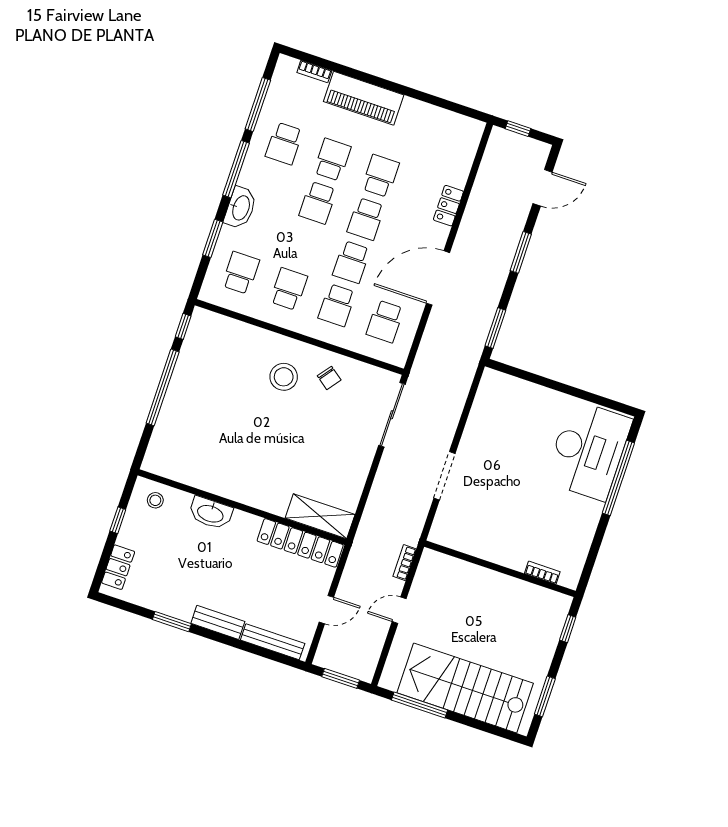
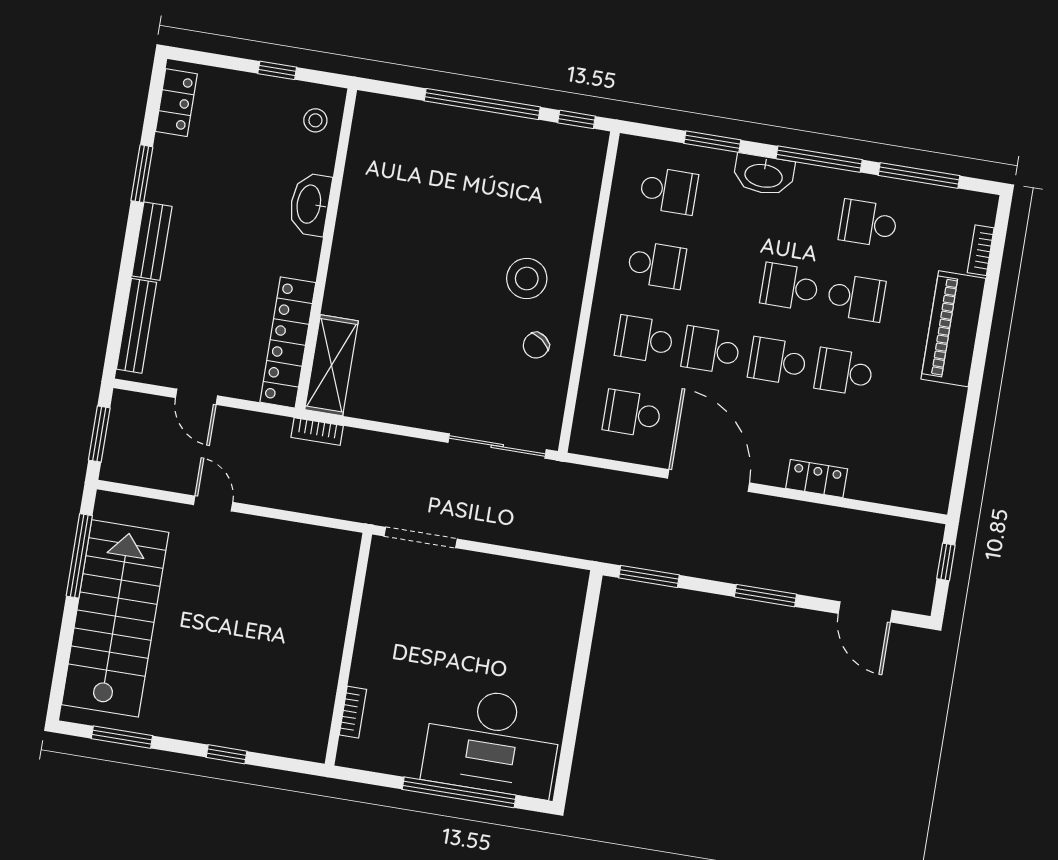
school desk: (380, 176) -> (844, 372), turned 180
bookcase: (405, 563) -> (317, 432), moved, turned 180
locker: (118, 567) -> (176, 103), moved, turned -90
wall: (500, 569) -> (348, 649), moved
bookcase: (542, 573) -> (353, 712), moved

